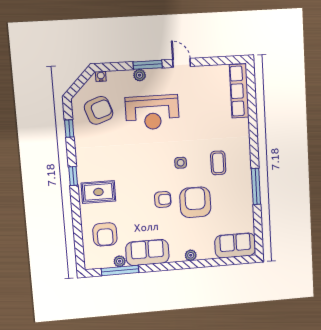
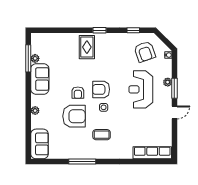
armchair: (105, 234) -> (101, 89), moved

